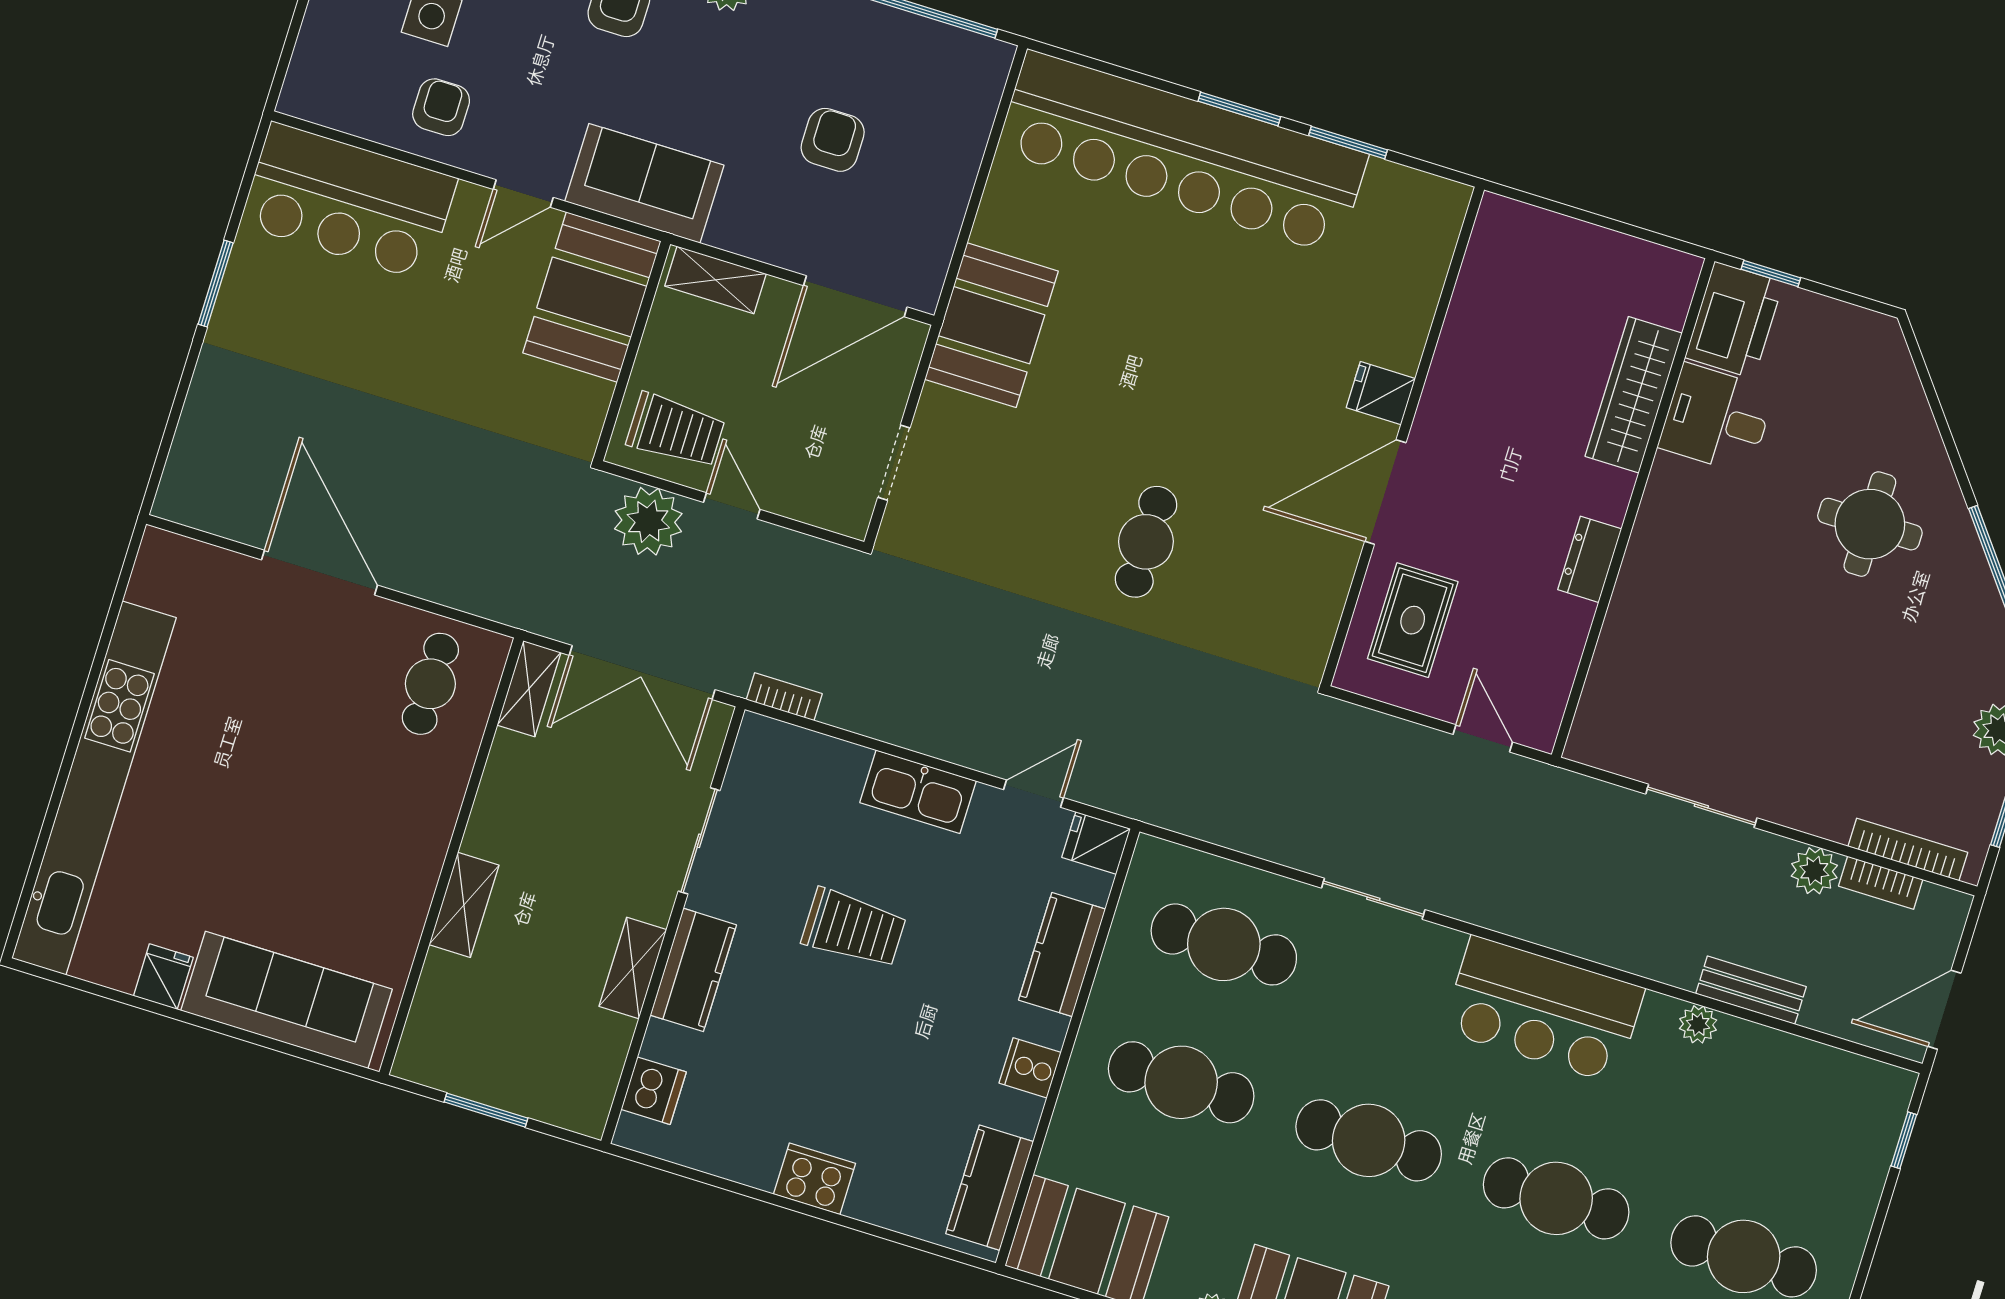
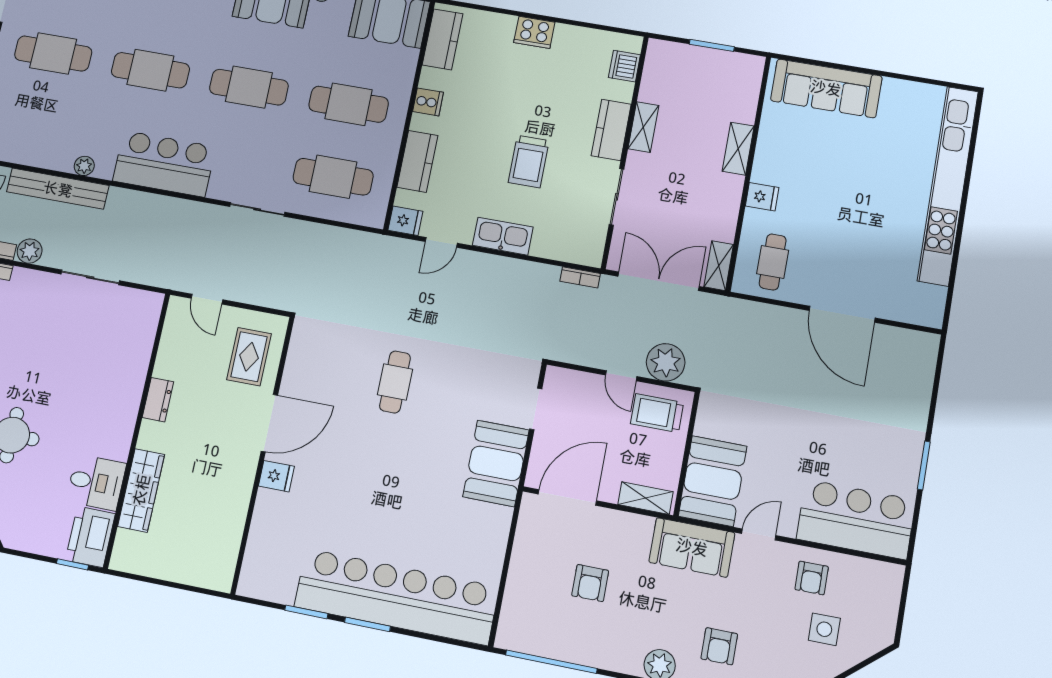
booth: (992, 325) -> (496, 463), moved
trolley: (854, 928) -> (529, 162), turned -90
fridge: (163, 977) -> (762, 197), moved, turned -90
bench: (1751, 990) -> (58, 189), width x1.86, depth x1.21

